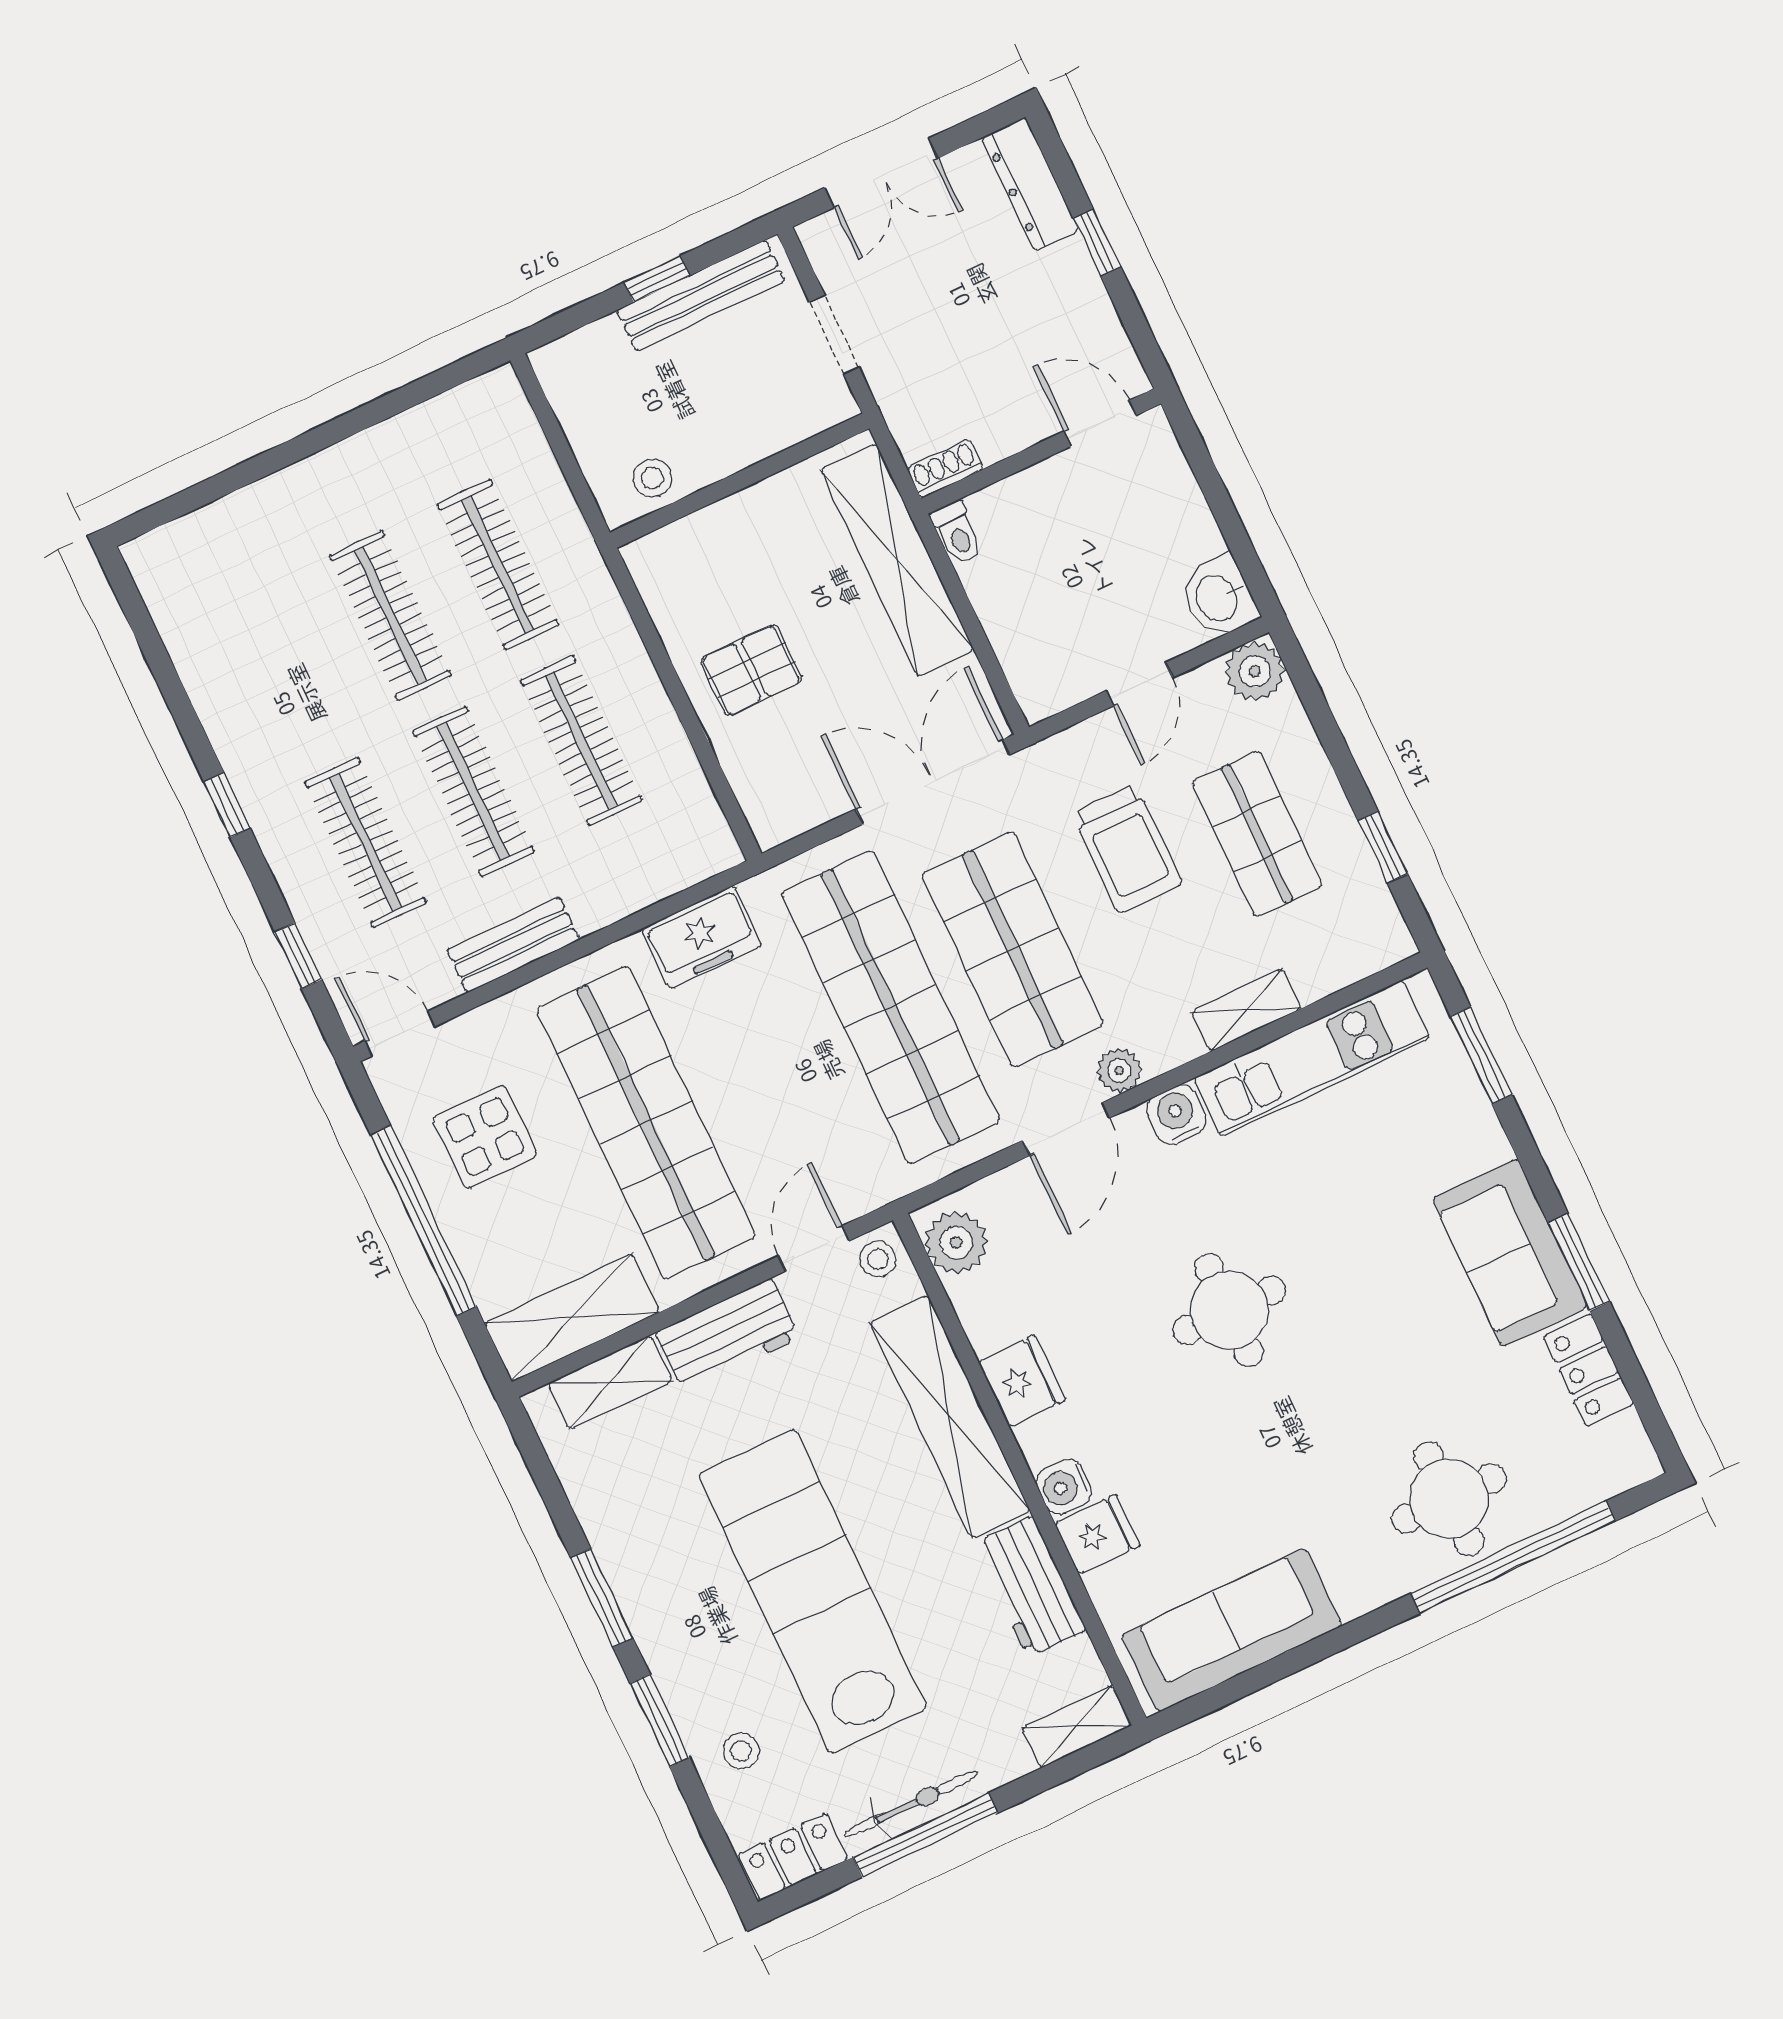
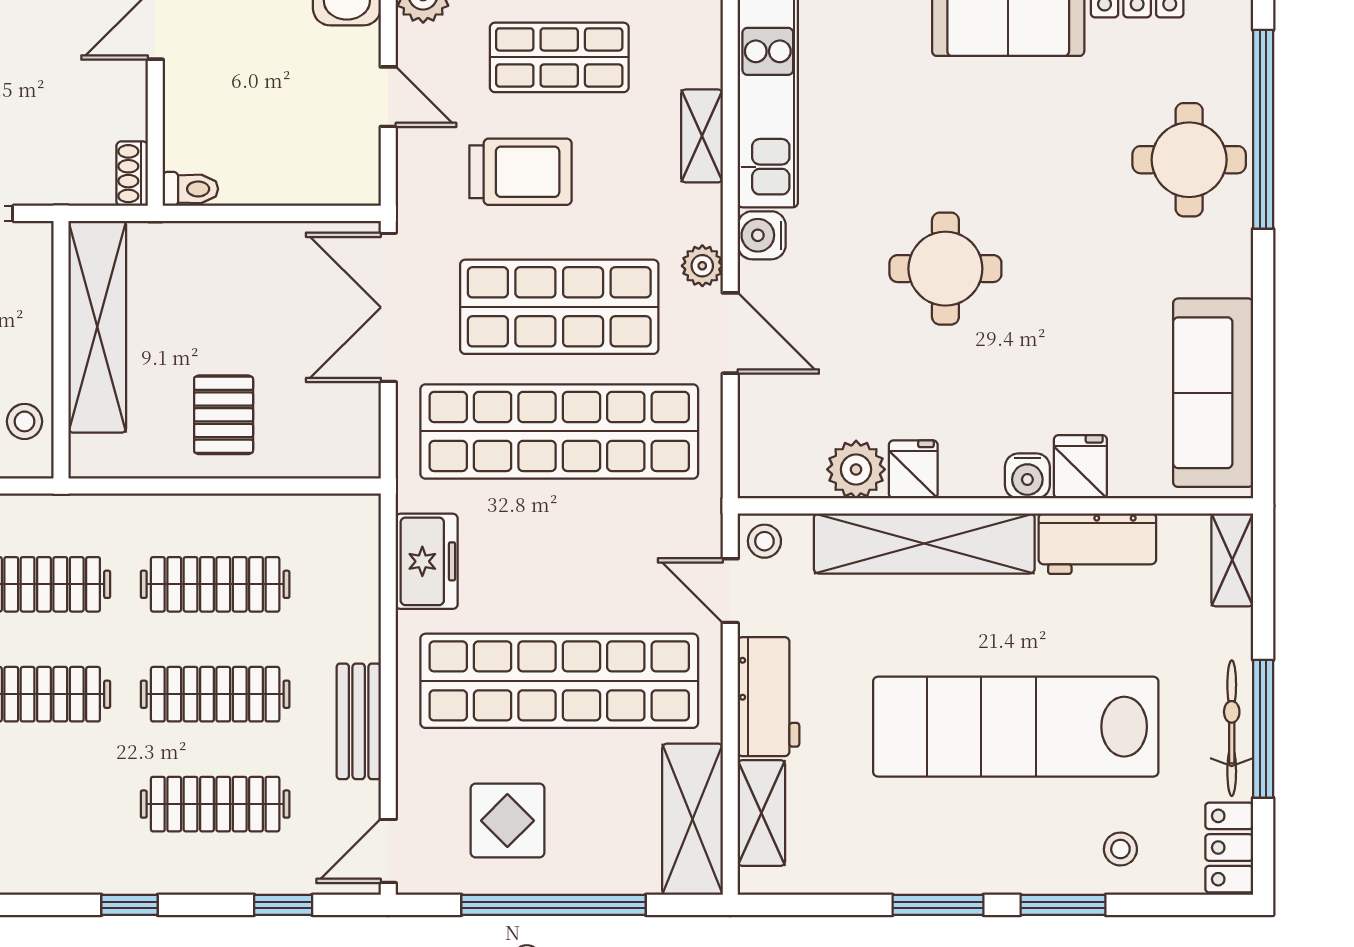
shelving: (897, 560) -> (97, 327), moved, turned 90
plant: (956, 1243) -> (856, 469), moved
fridge: (1022, 1381) -> (913, 469), width x0.72

